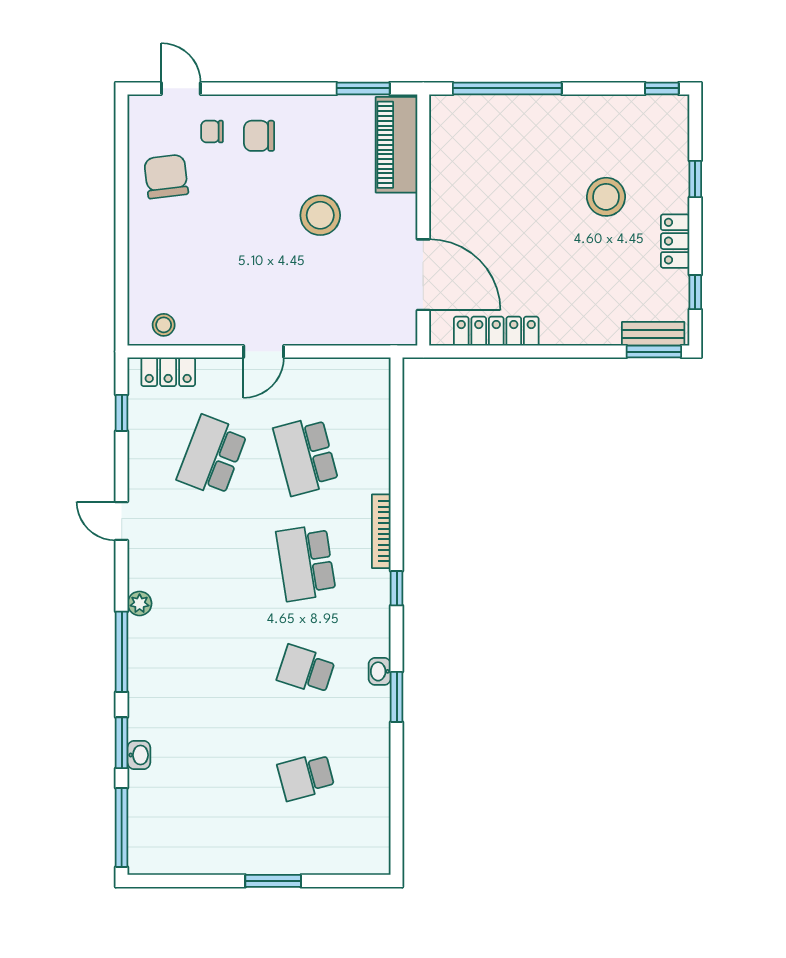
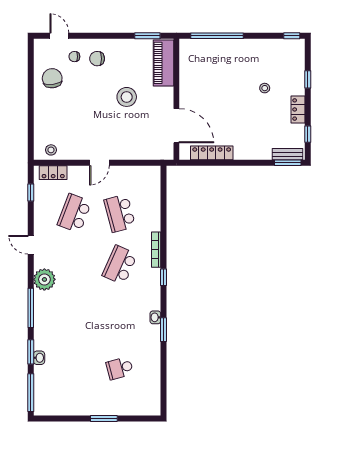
stool: (606, 197) -> (265, 88), width x0.53, depth x0.53
school desk: (306, 563) -> (120, 265), turned 33
plant: (140, 603) -> (44, 279), width x1.88, depth x1.88
school desk: (306, 670) -> (120, 317), removed

